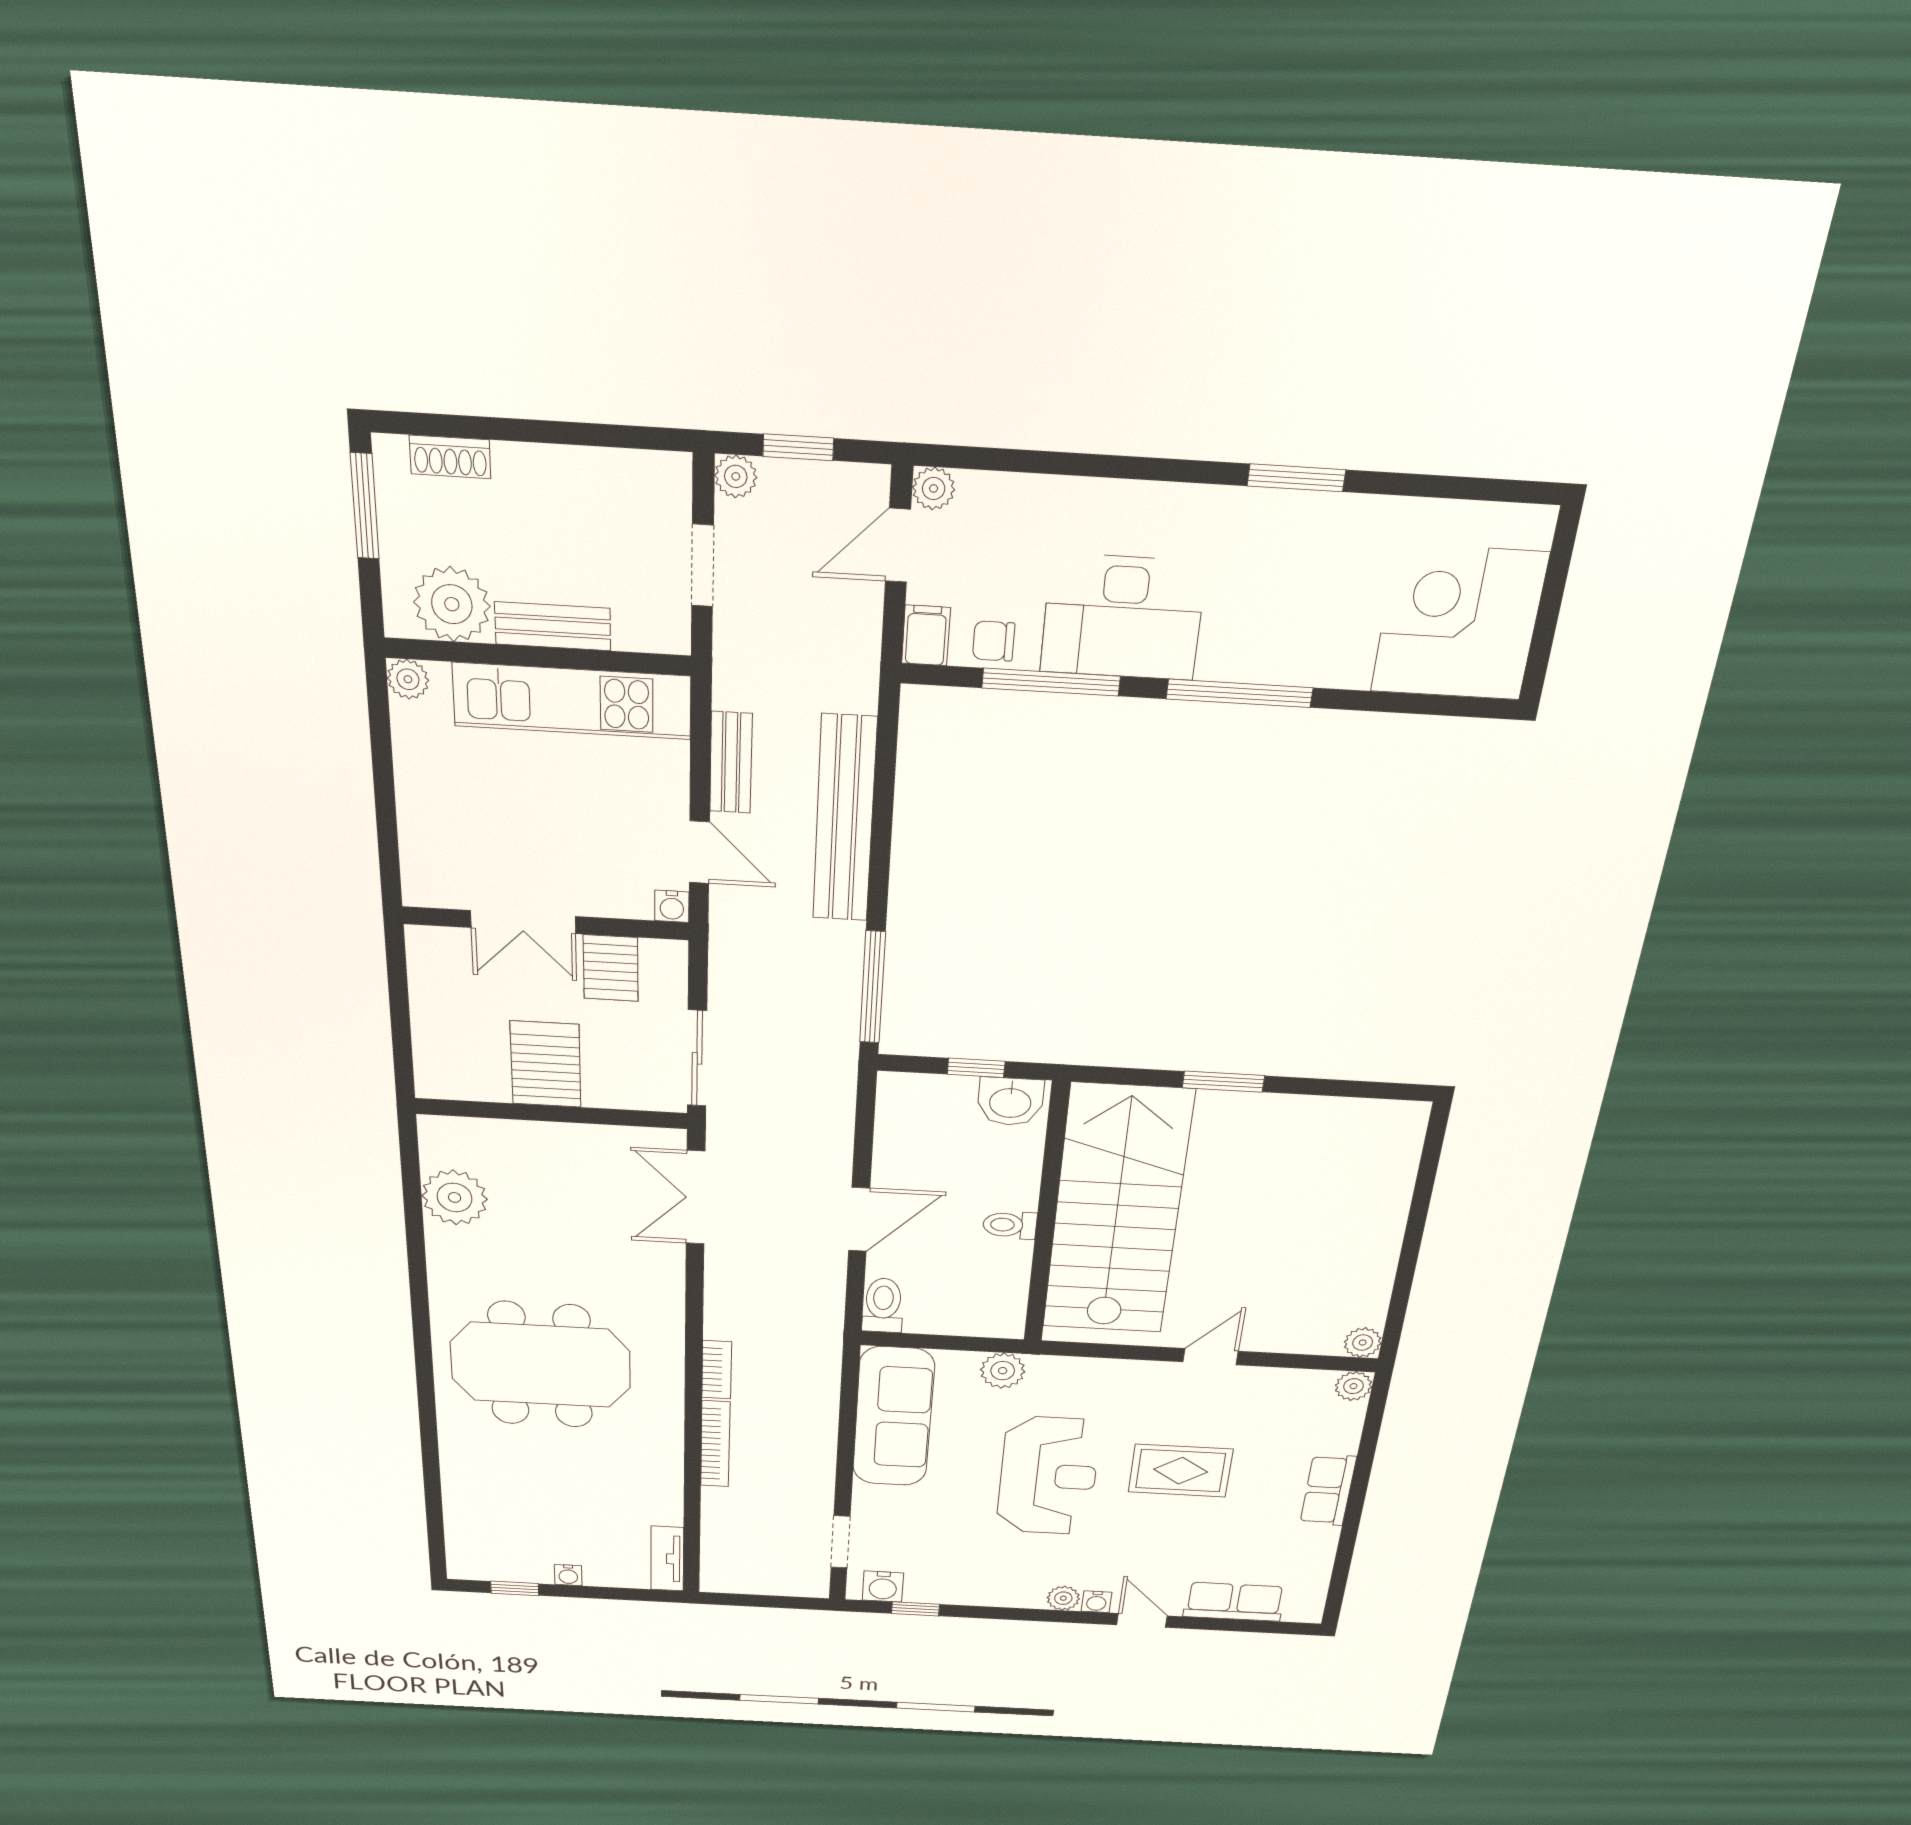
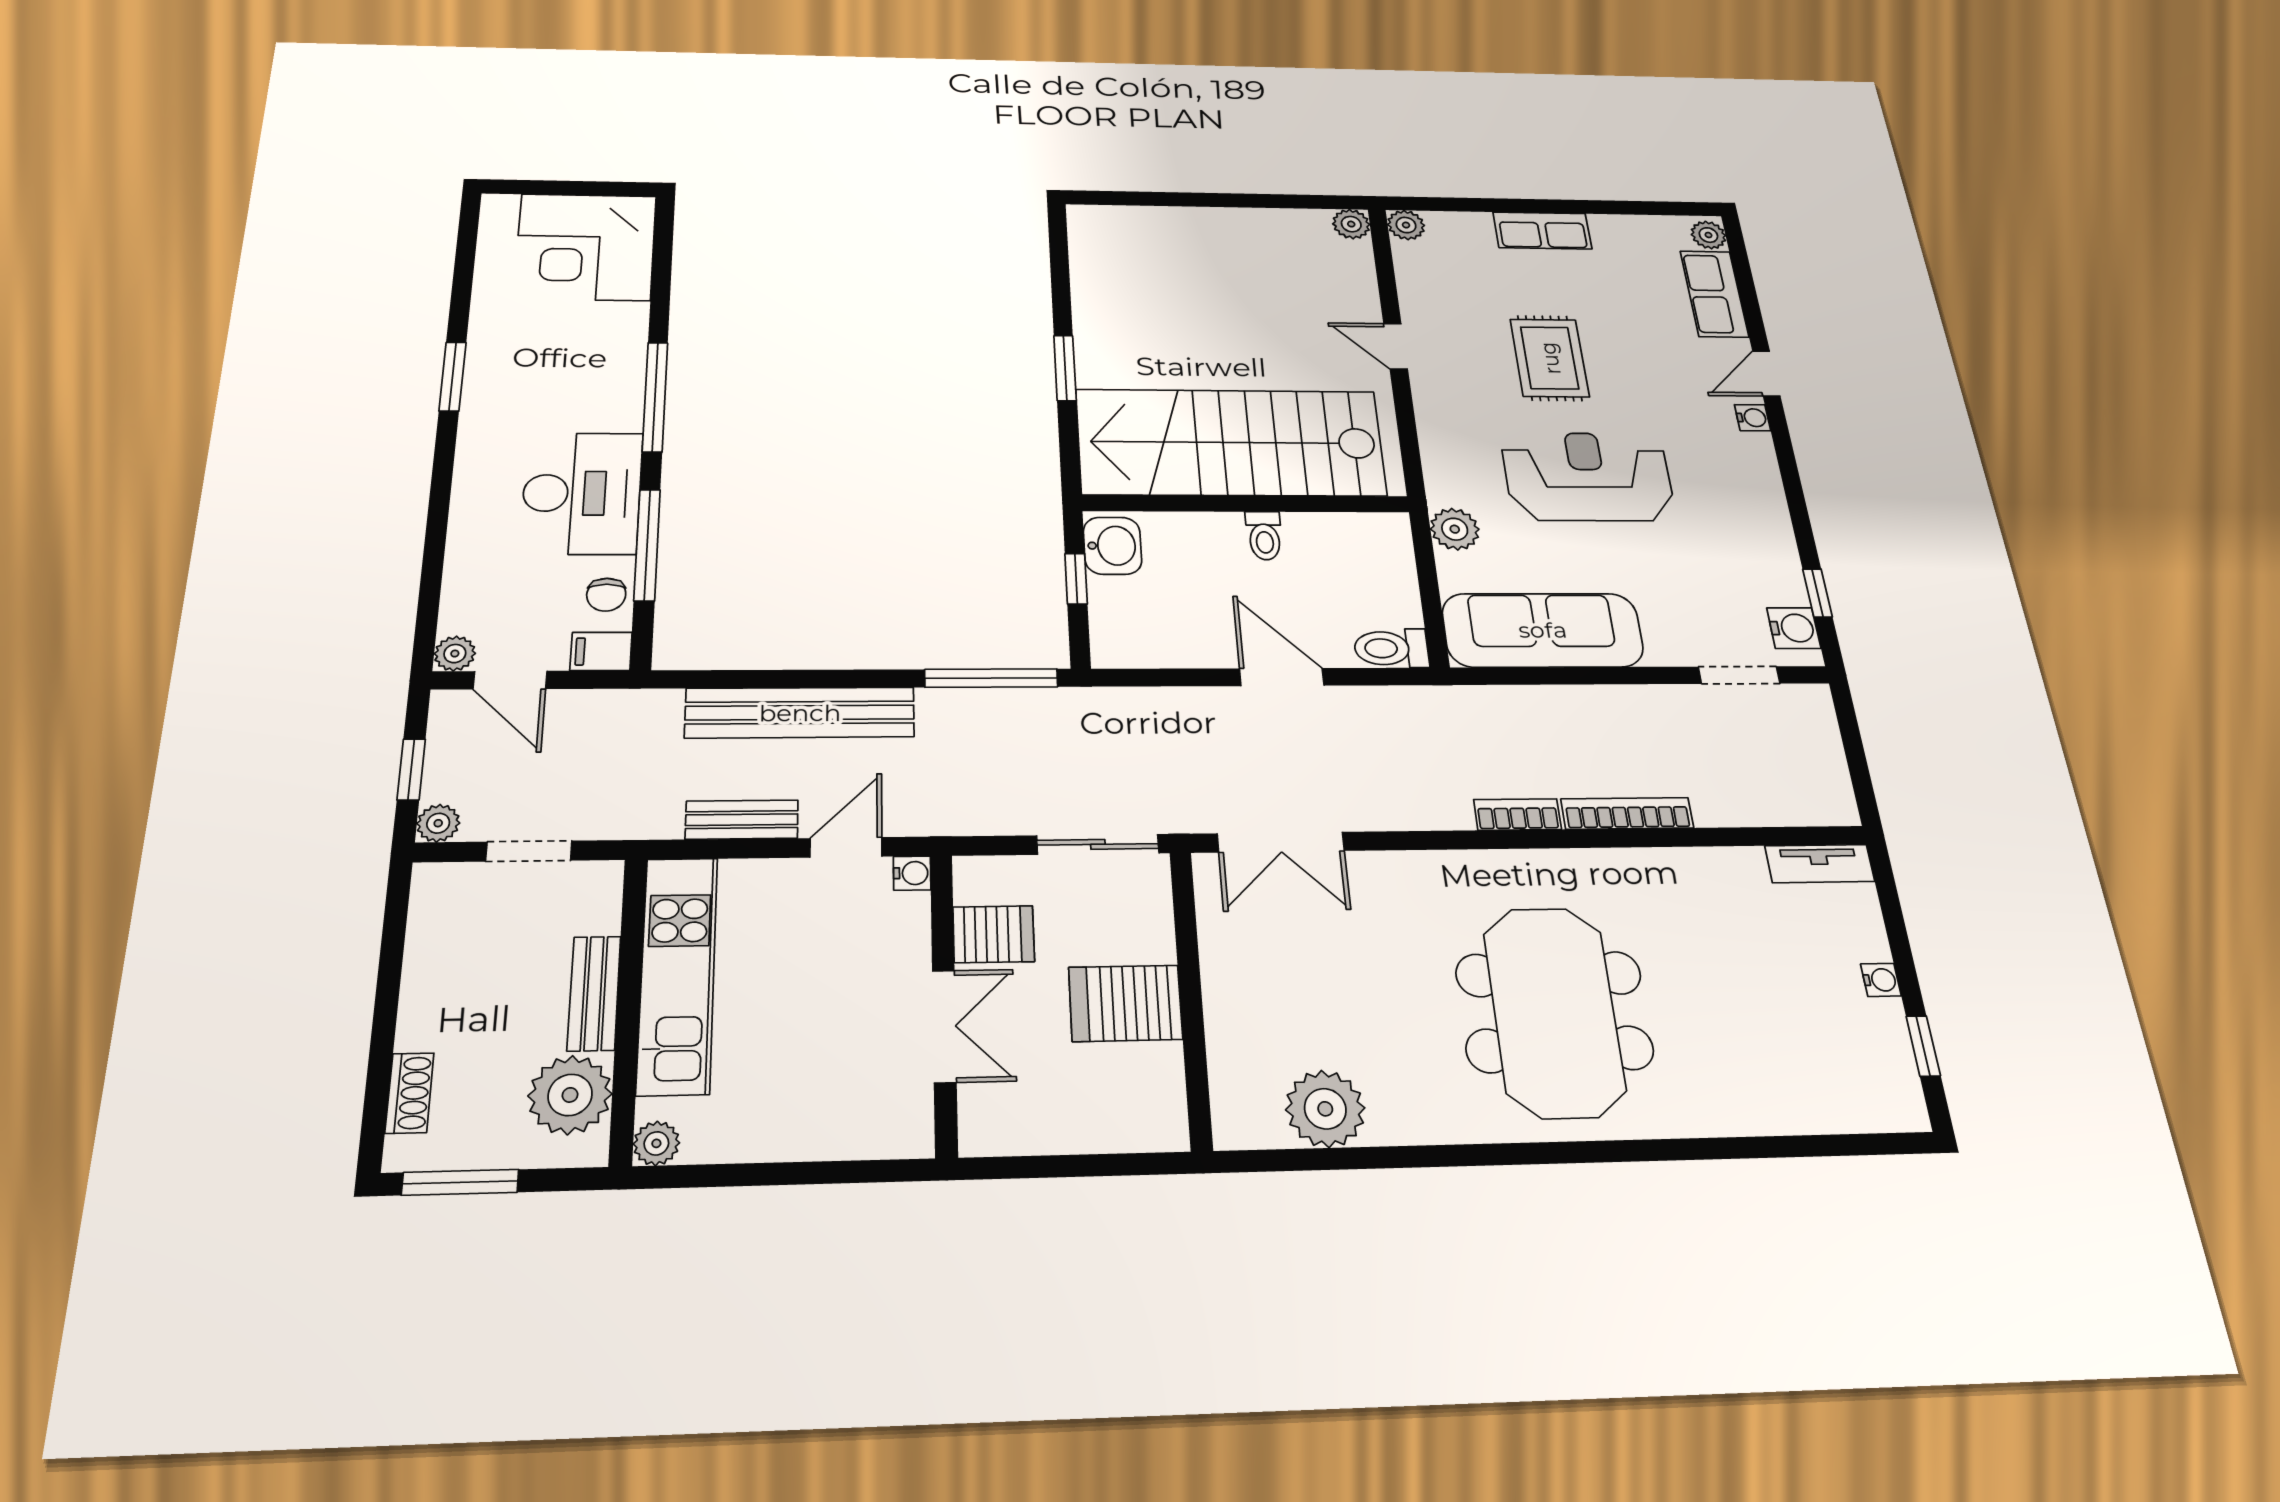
plant: (1063, 1598) -> (1708, 235), moved

